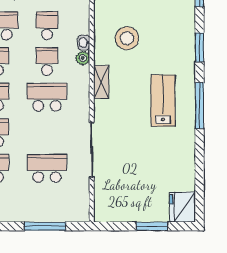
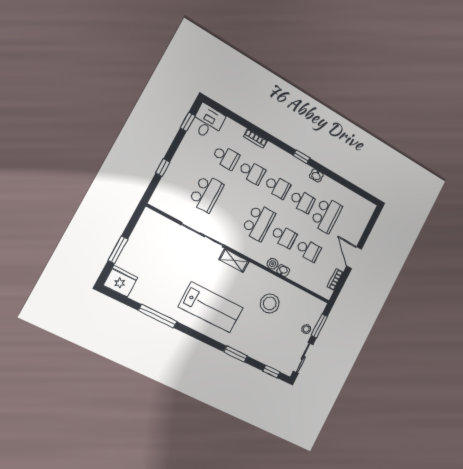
shelving: (101, 82) -> (234, 261), moved
lab bench: (163, 101) -> (211, 307), width x1.36, depth x1.39
window: (199, 105) -> (158, 316), moved
window: (45, 226) -> (163, 168), width x0.46

